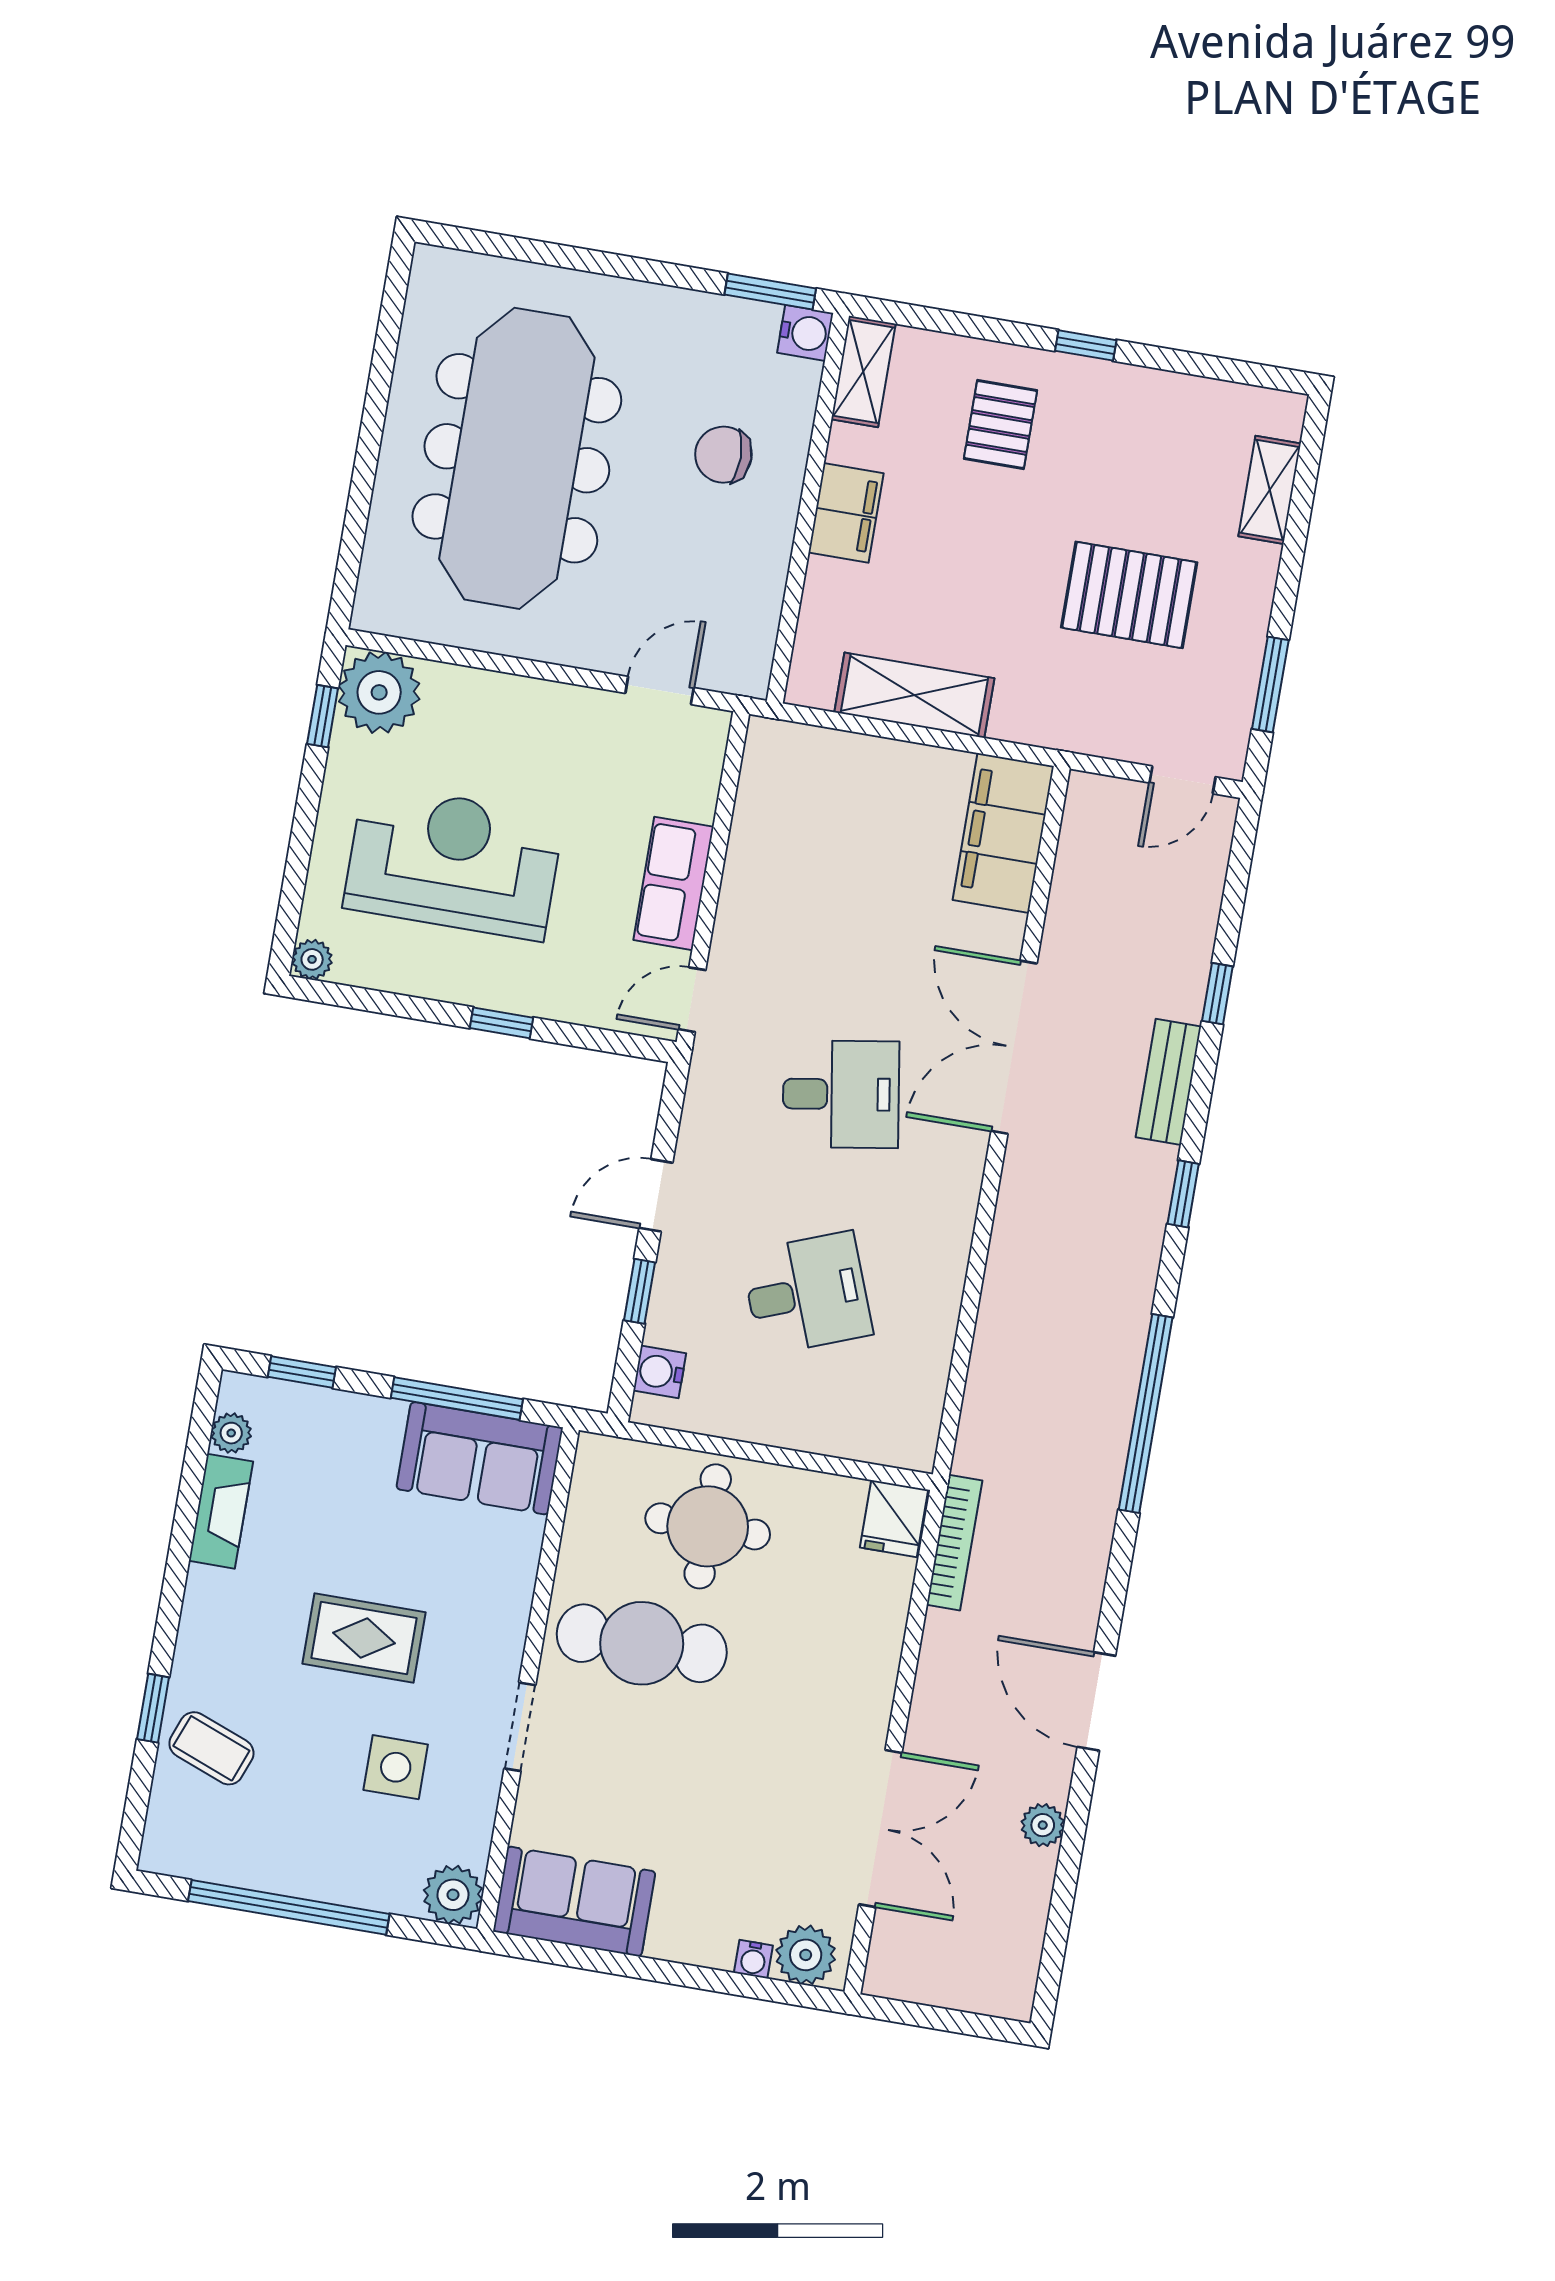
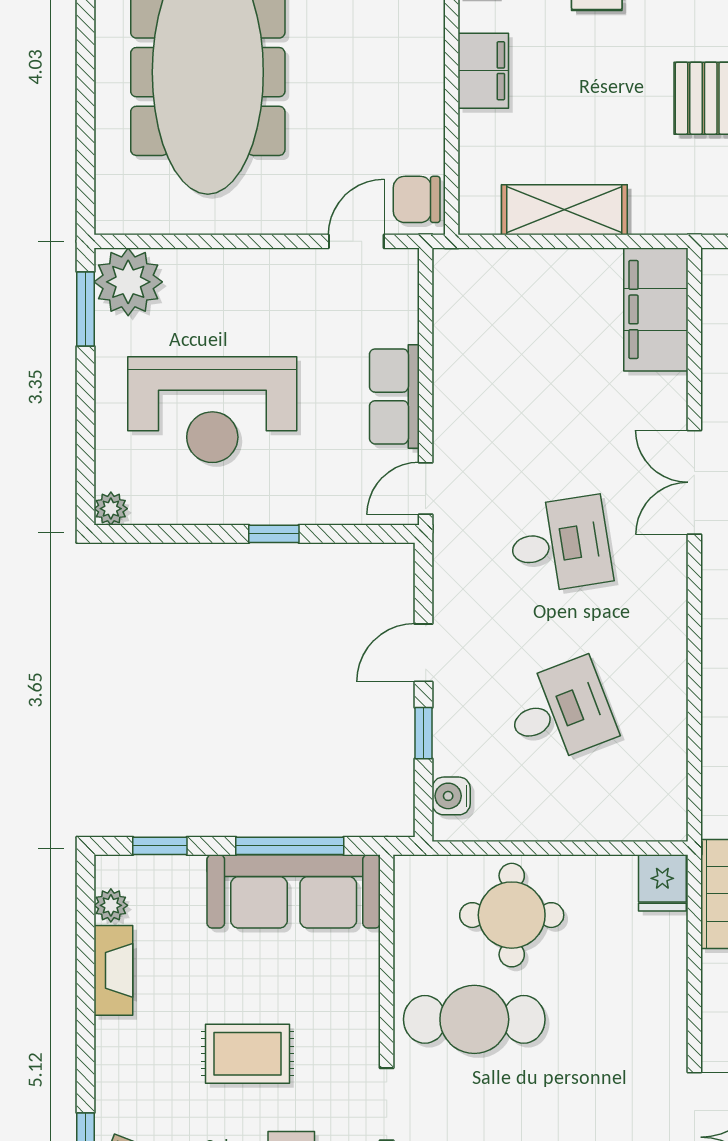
chair: (723, 455) -> (417, 199), moved
window: (323, 716) -> (86, 309), width x1.50
reception desk: (453, 862) -> (212, 410), turned 180
double door: (1014, 1047) -> (694, 482), width x0.73
sofa: (480, 1458) -> (294, 891), width x1.36

